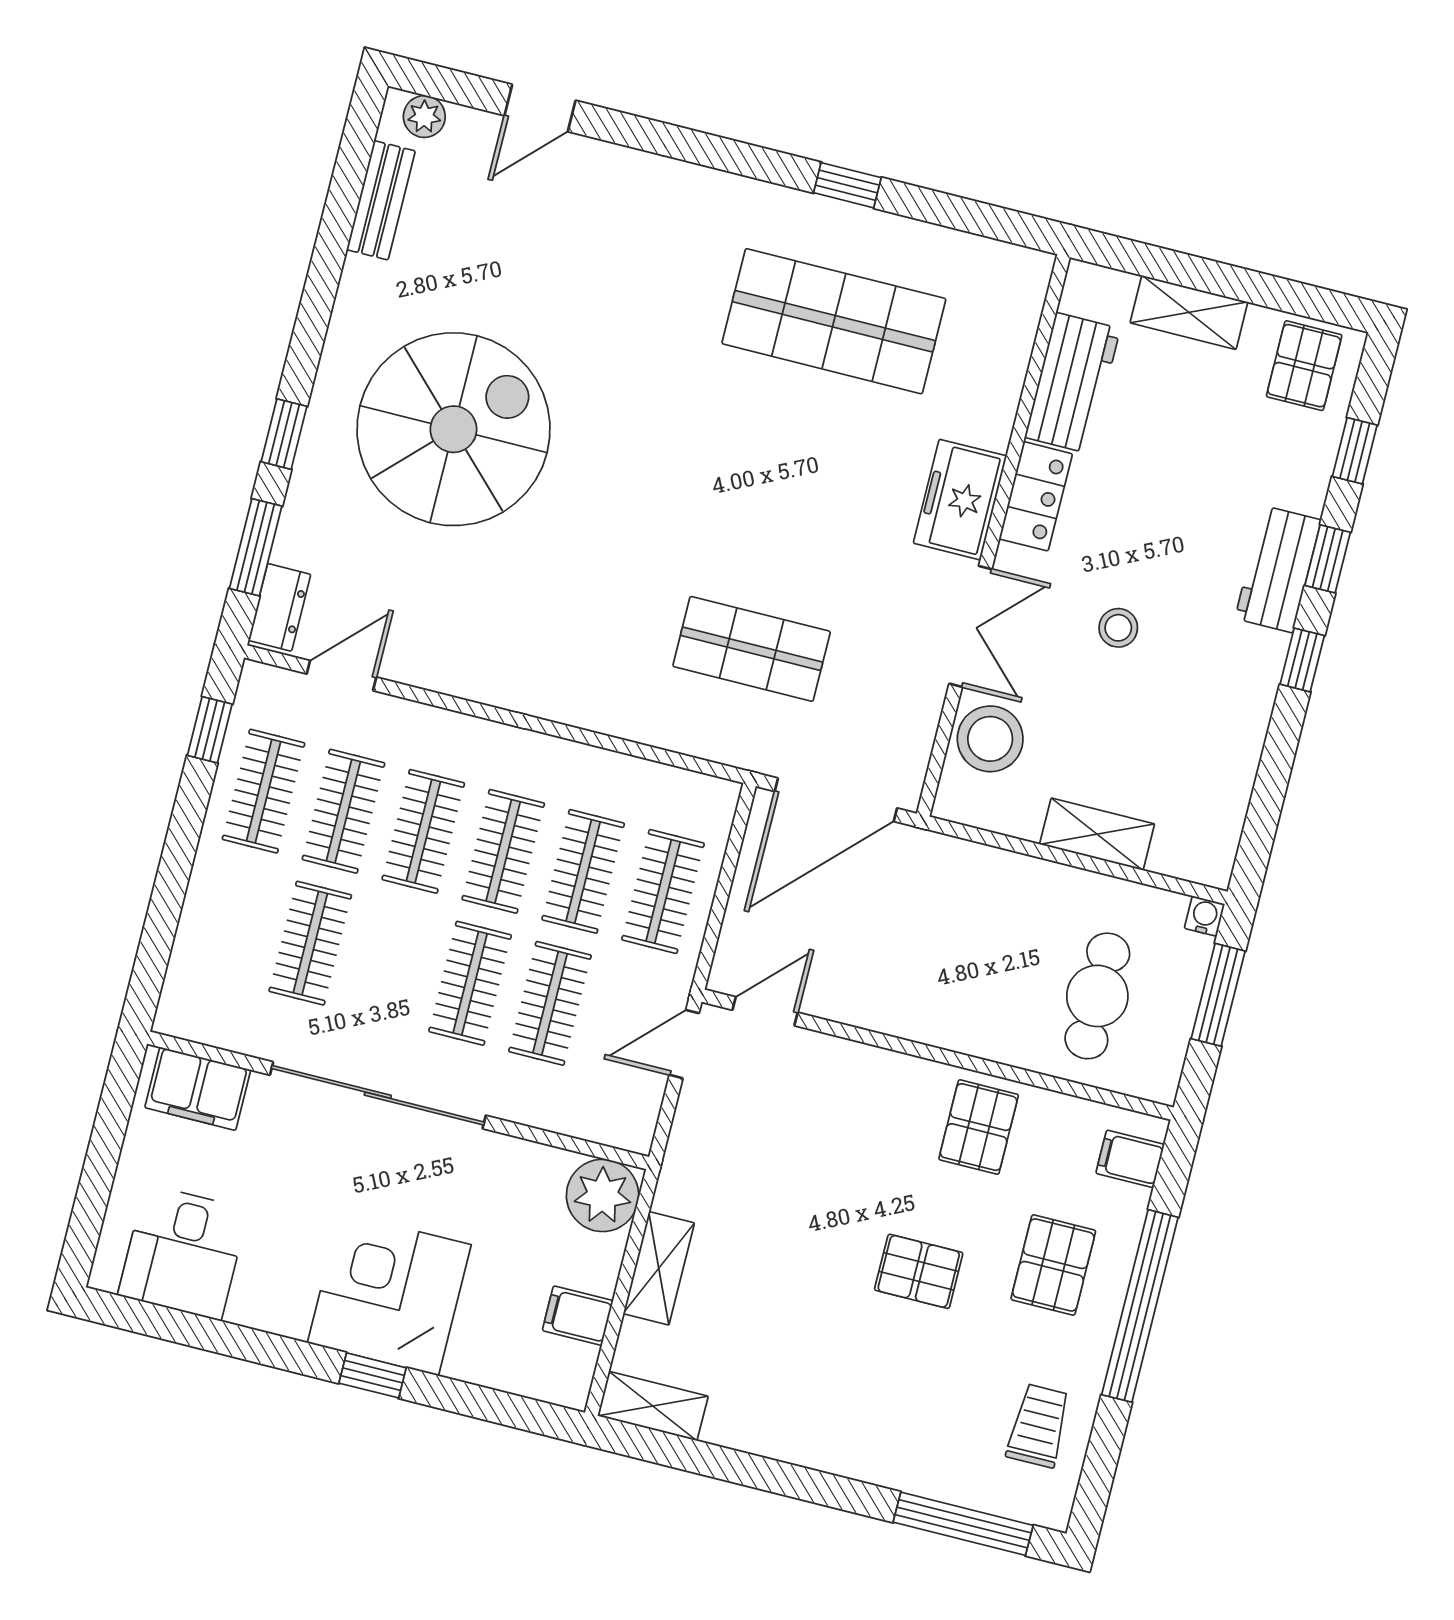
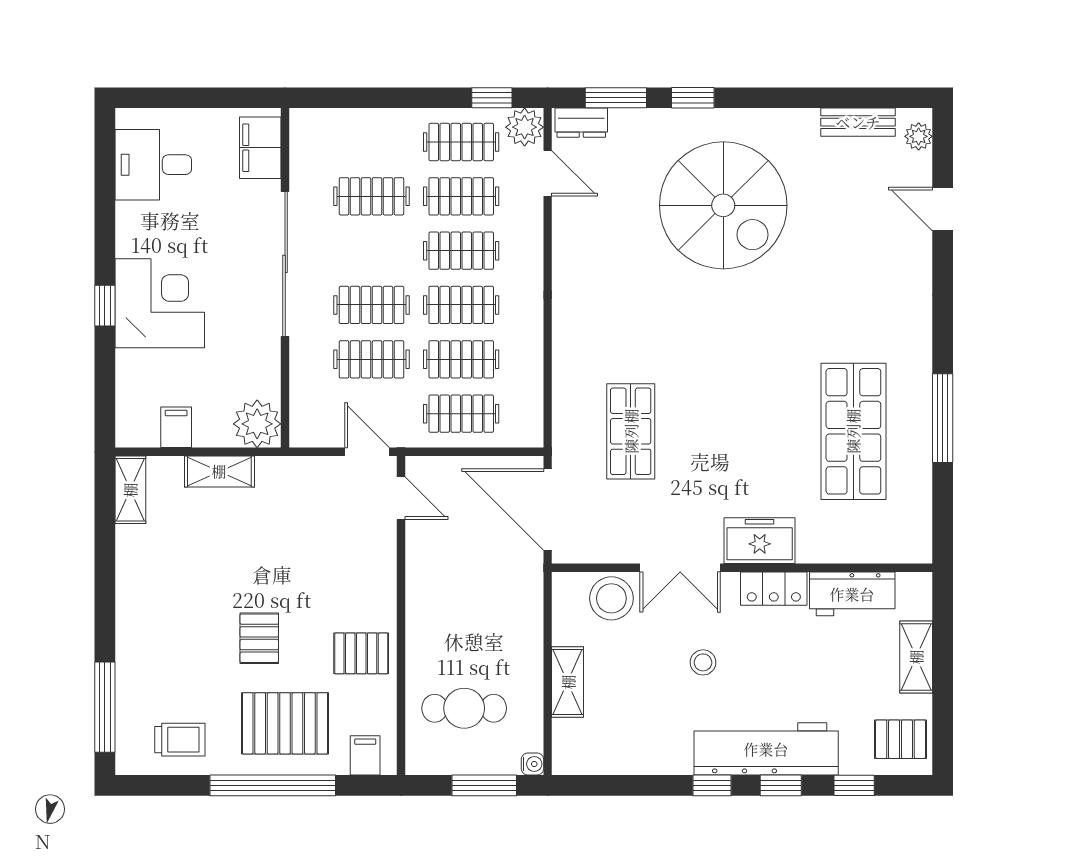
window: (847, 185) -> (943, 418), width x2.17
workbench: (1278, 569) -> (766, 749), width x1.88, depth x1.32
plant: (265, 692) -> (525, 127), added
pallet: (1053, 1265) -> (285, 723), width x1.50, depth x1.42

